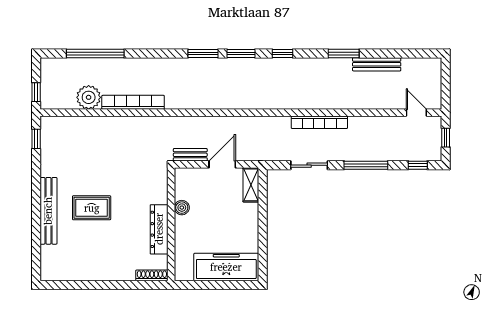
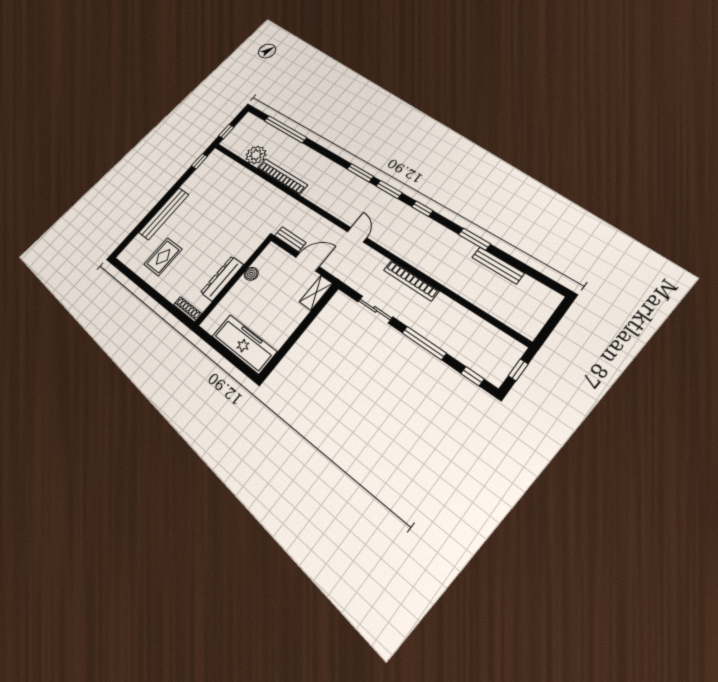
door: (416, 113) -> (357, 235), moved
rug: (92, 208) -> (163, 257), moved, turned 90

